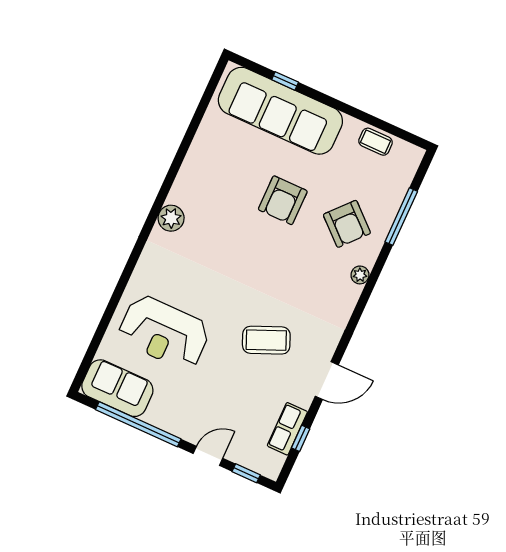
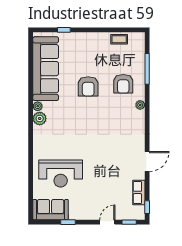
sofa: (280, 111) -> (46, 69), moved, turned -90
plant: (177, 195) -> (38, 106), added
armchair: (347, 224) -> (123, 84), turned 48
coffee table: (266, 340) -> (110, 155), removed
window: (138, 424) -> (68, 222), width x0.32
window: (301, 438) -> (147, 207), moved

